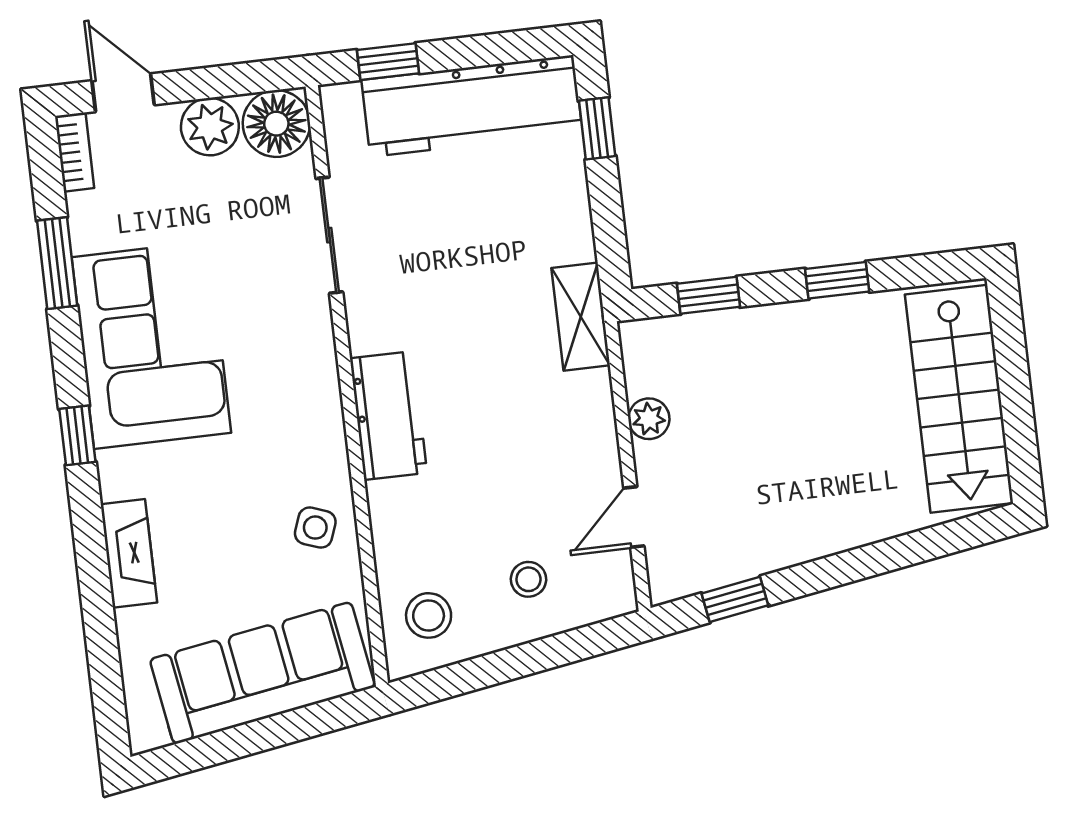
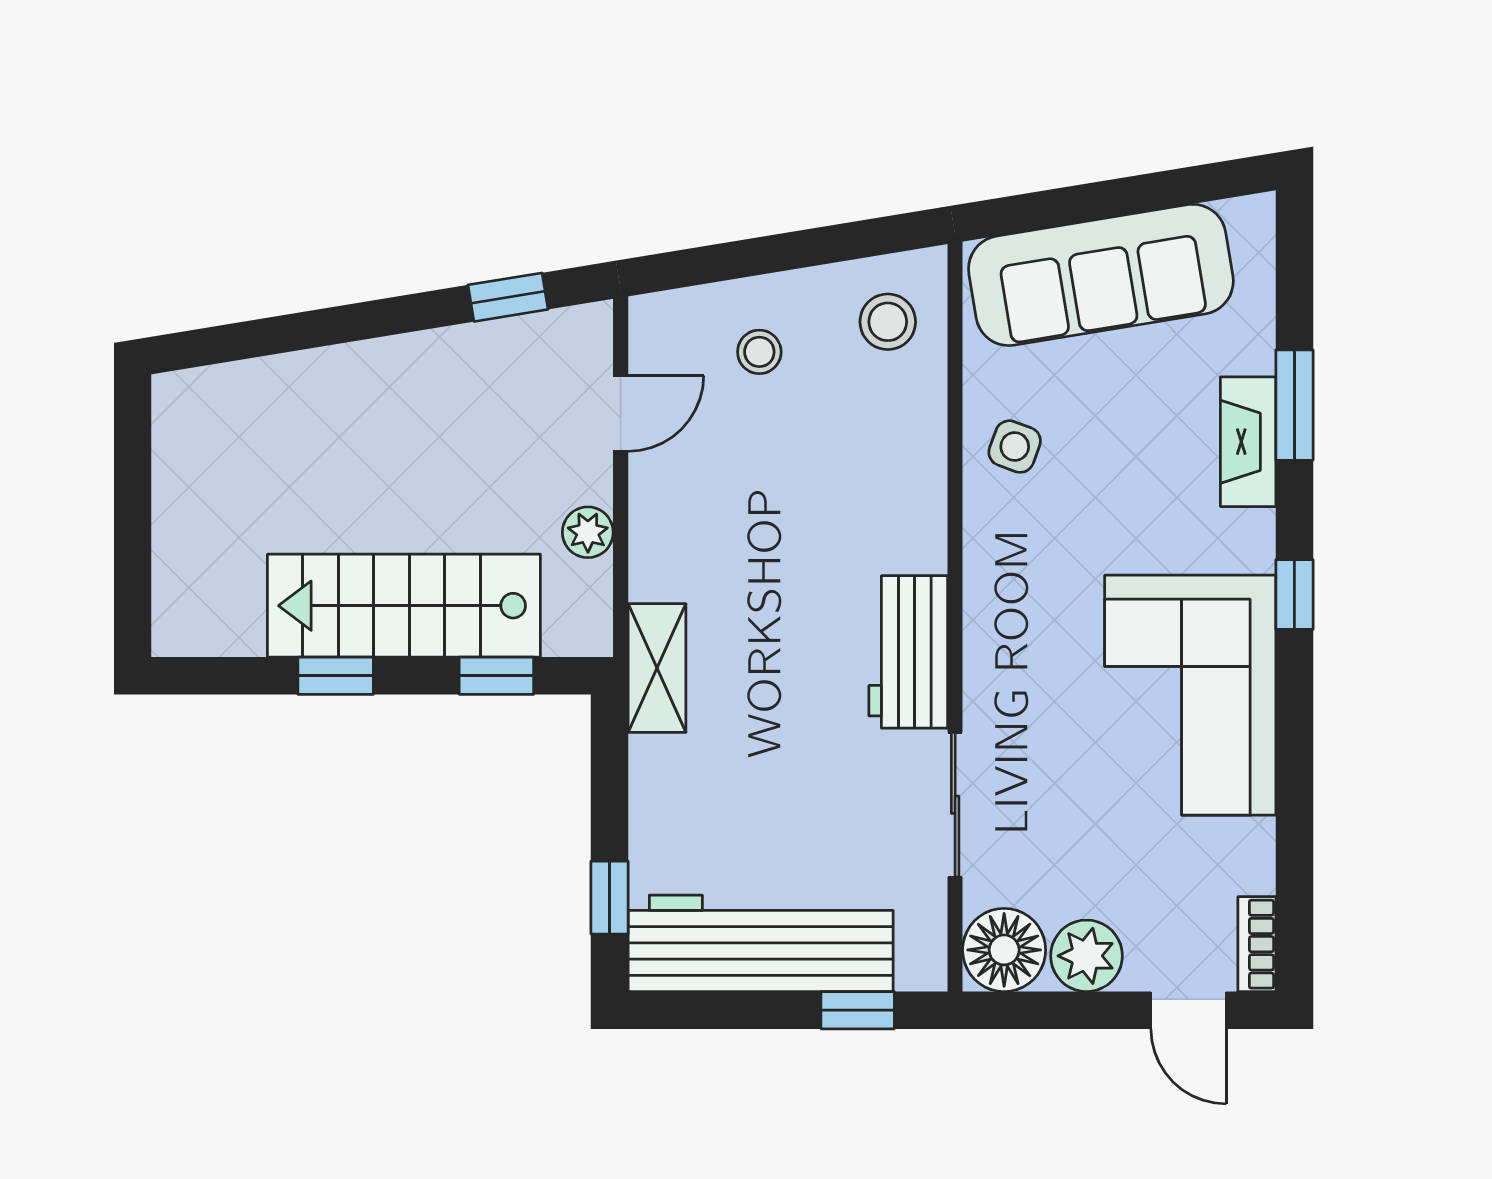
window: (57, 263) -> (1294, 405), moved
stairs: (959, 399) -> (404, 606), moved, turned -90
workbench: (388, 416) -> (908, 652), moved

